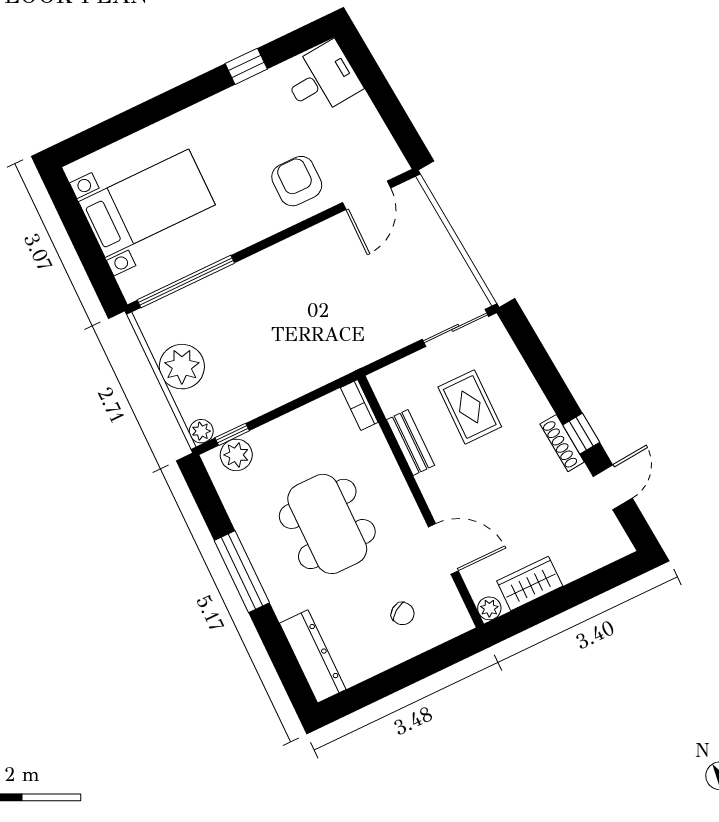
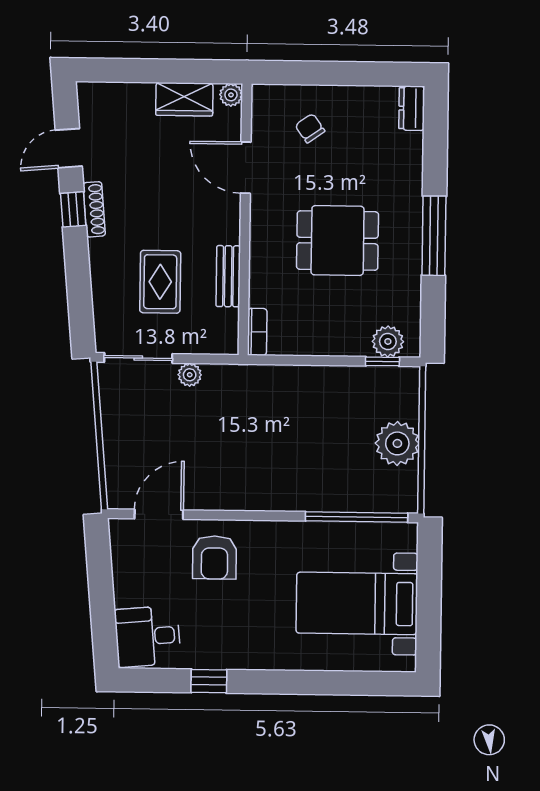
plant: (201, 431) -> (190, 375), moved
dining table: (327, 524) -> (338, 241), width x0.73
dresser: (313, 656) -> (412, 108), width x0.51, depth x0.80

